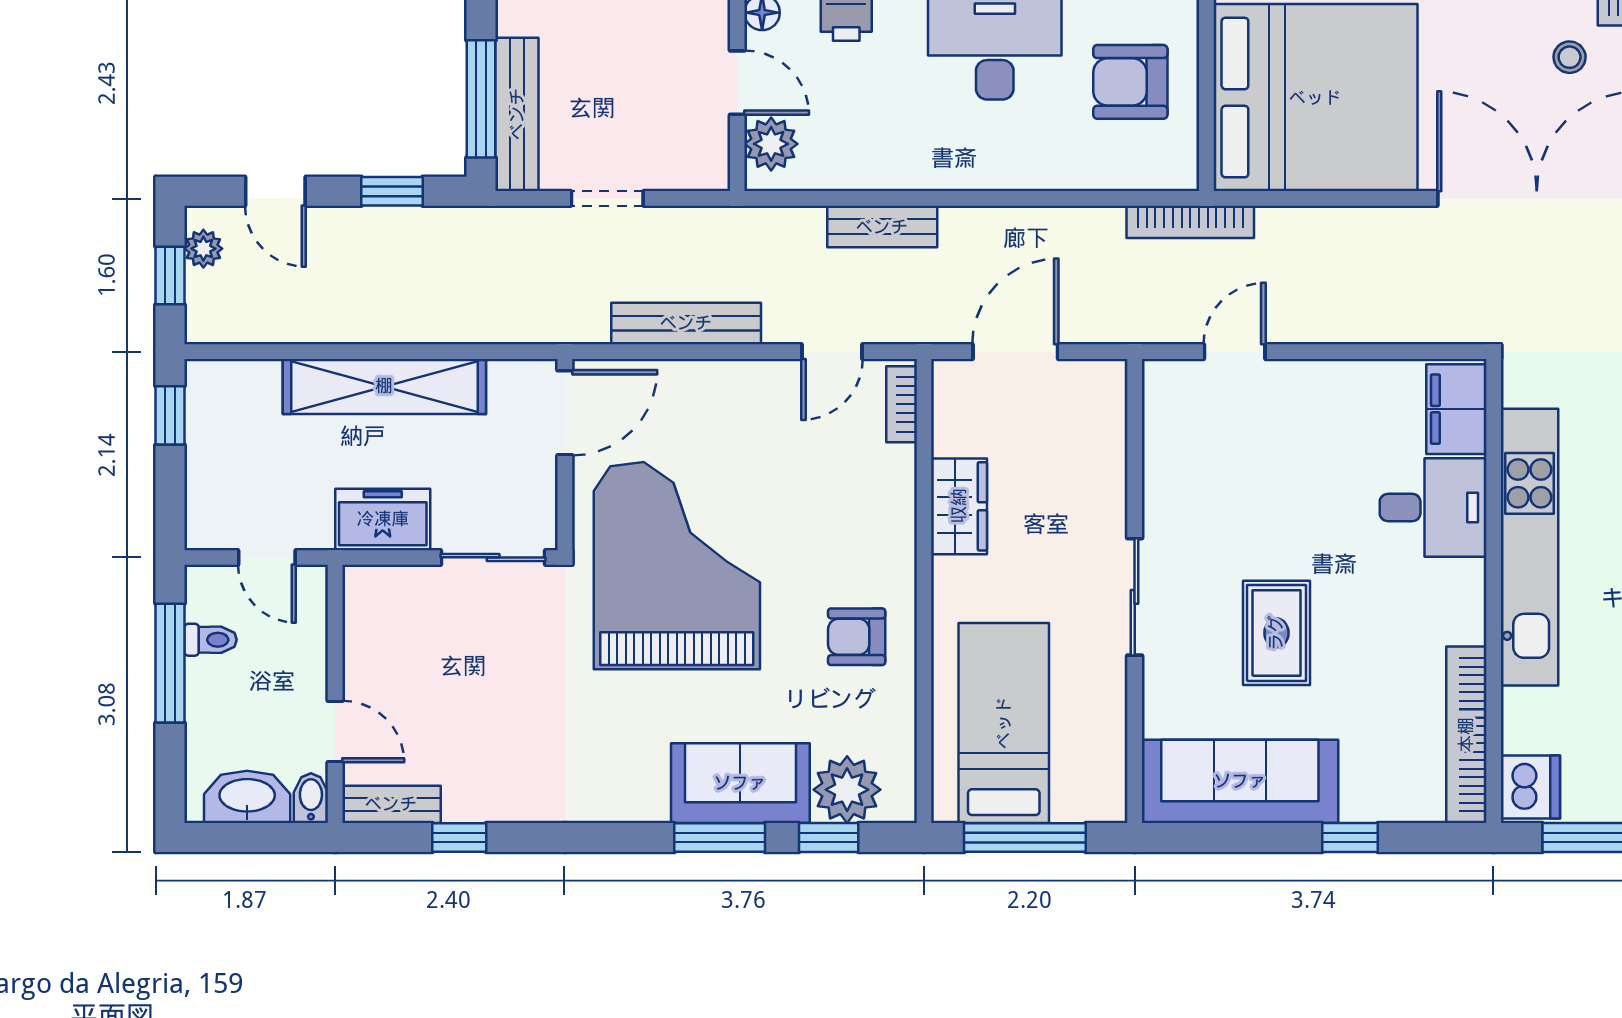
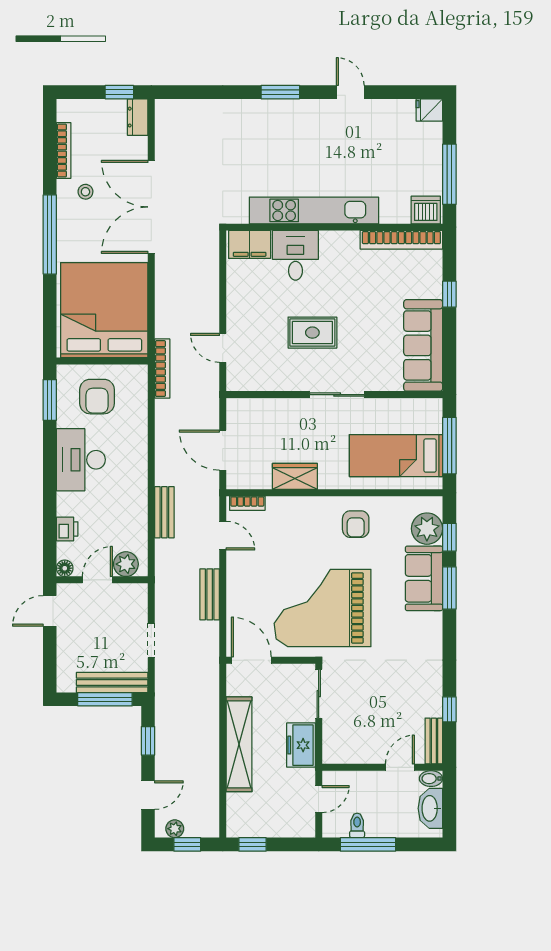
bench: (686, 323) -> (210, 594), width x0.73
rug: (1276, 633) -> (312, 333), moved

